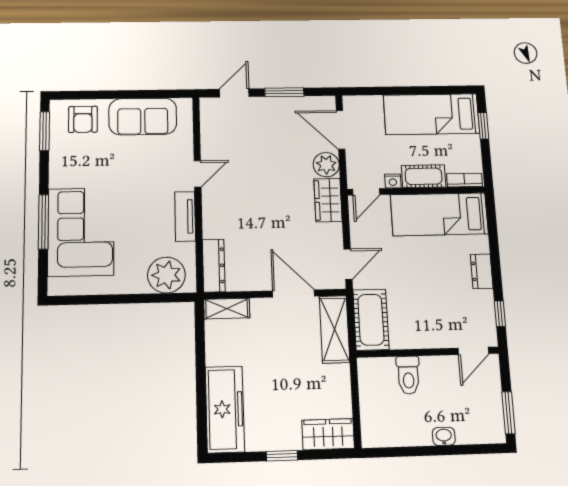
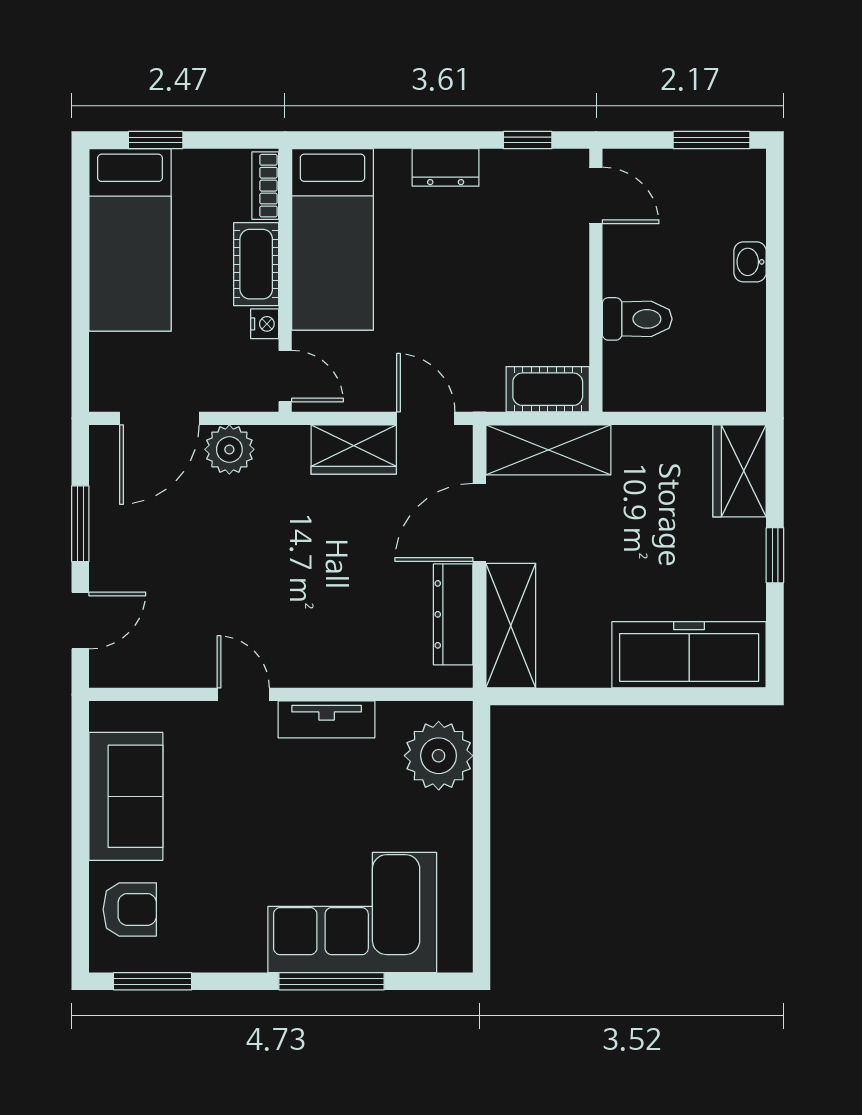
door: (234, 93) -> (80, 621), swing flipped
wardrobe: (328, 200) -> (354, 449), moved
dresser: (214, 266) -> (453, 614), moved, turned -90
shelving: (227, 309) -> (511, 626), width x1.50, depth x1.33
cot: (371, 320) -> (548, 389), width x0.73, depth x0.75

